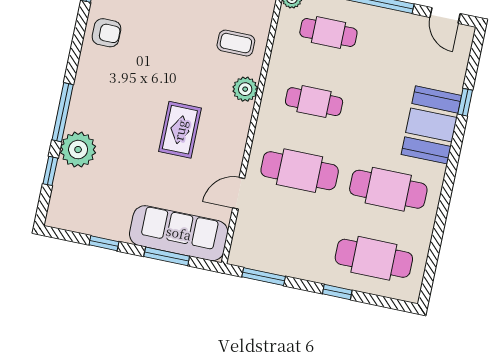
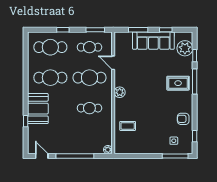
cafe table: (328, 33) -> (89, 47), moved
plant: (245, 89) -> (120, 92), moved
rug: (180, 130) -> (178, 83), moved, turned 90
plant: (78, 150) -> (185, 48), moved
door: (239, 193) -> (113, 63), swing flipped
sofa: (179, 233) -> (153, 41), moved

